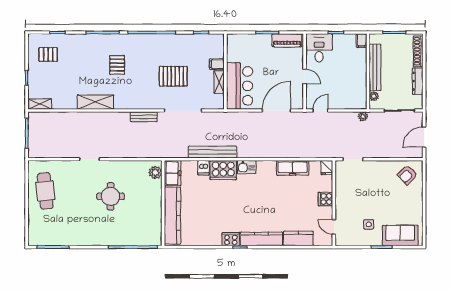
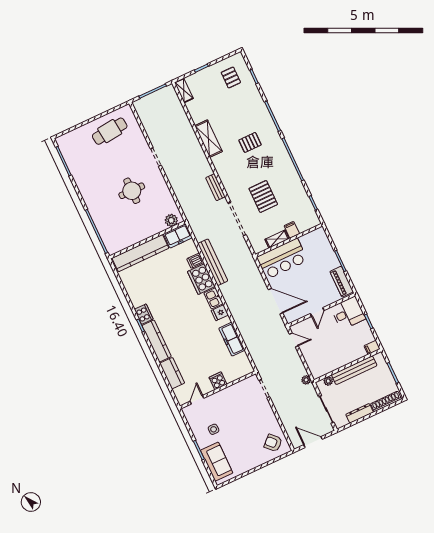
fridge: (327, 168) -> (220, 313), moved

